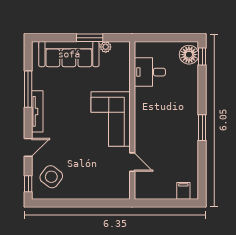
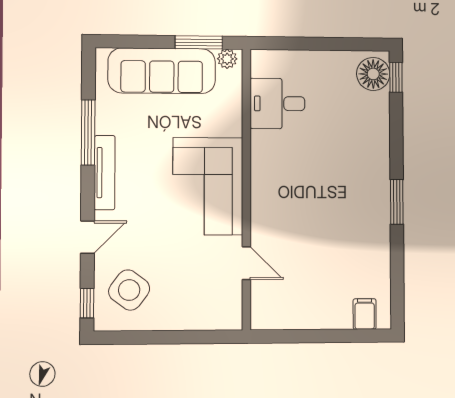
desk: (150, 72) -> (277, 104), moved
corner sofa: (111, 119) -> (208, 186), moved
wall: (132, 120) -> (246, 189), moved
door: (132, 162) -> (246, 263), moved

